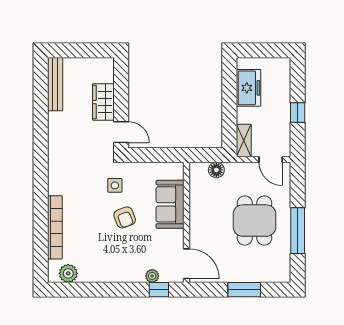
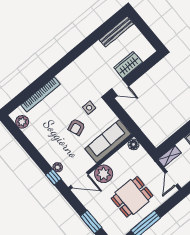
door: (121, 132) -> (120, 88), hinge flipped
floor lamp: (216, 170) -> (134, 144), moved
sofa: (170, 204) -> (108, 141), width x1.36
plant: (202, 231) -> (104, 174), added
door: (187, 264) -> (79, 180), hinge flipped

